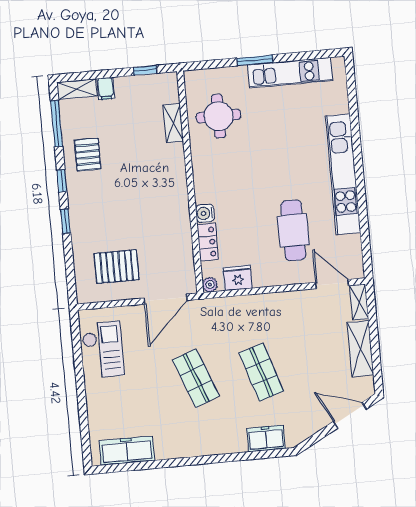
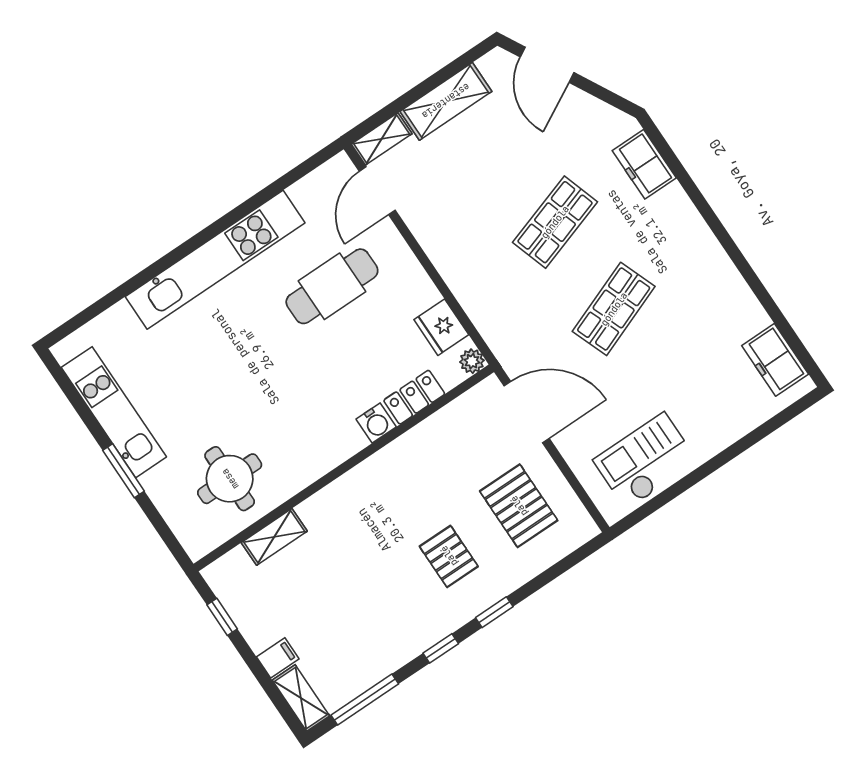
pallet: (88, 155) -> (449, 556), moved, turned 90
freezer: (127, 451) -> (775, 360), width x0.71

